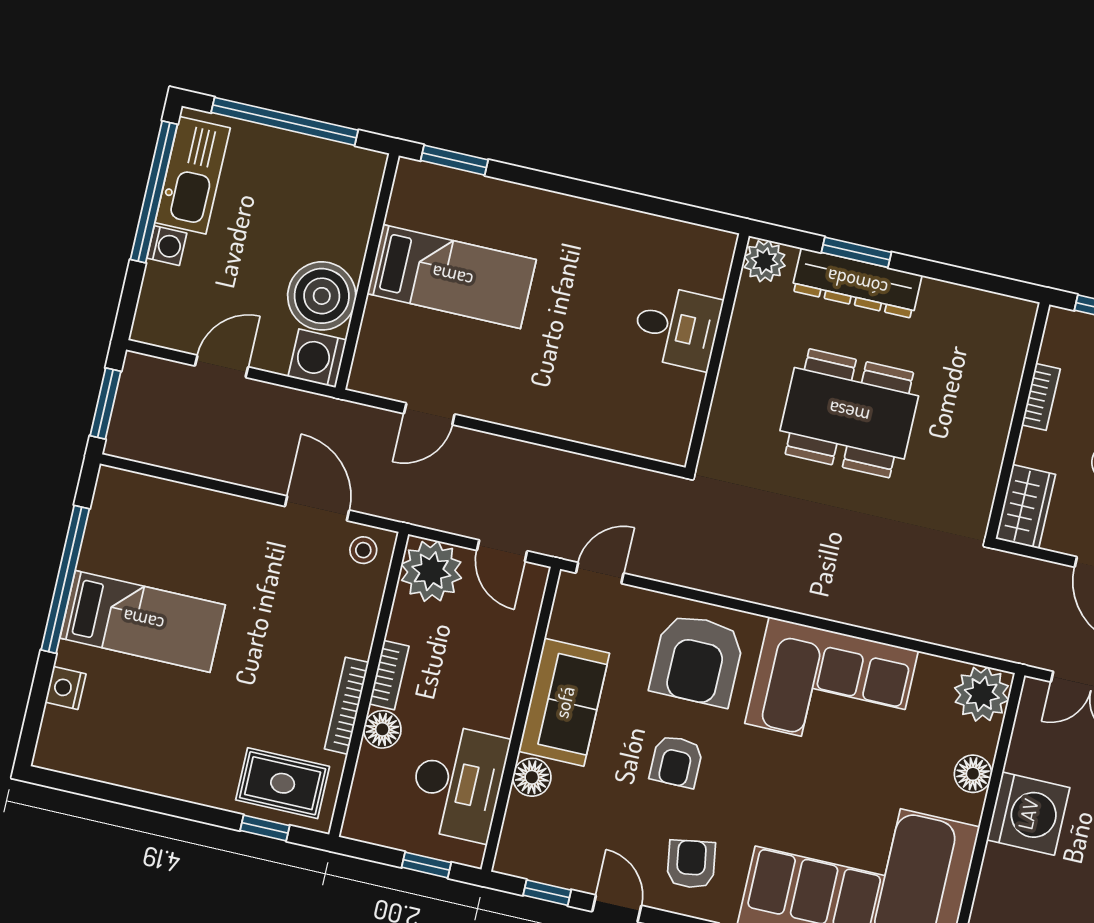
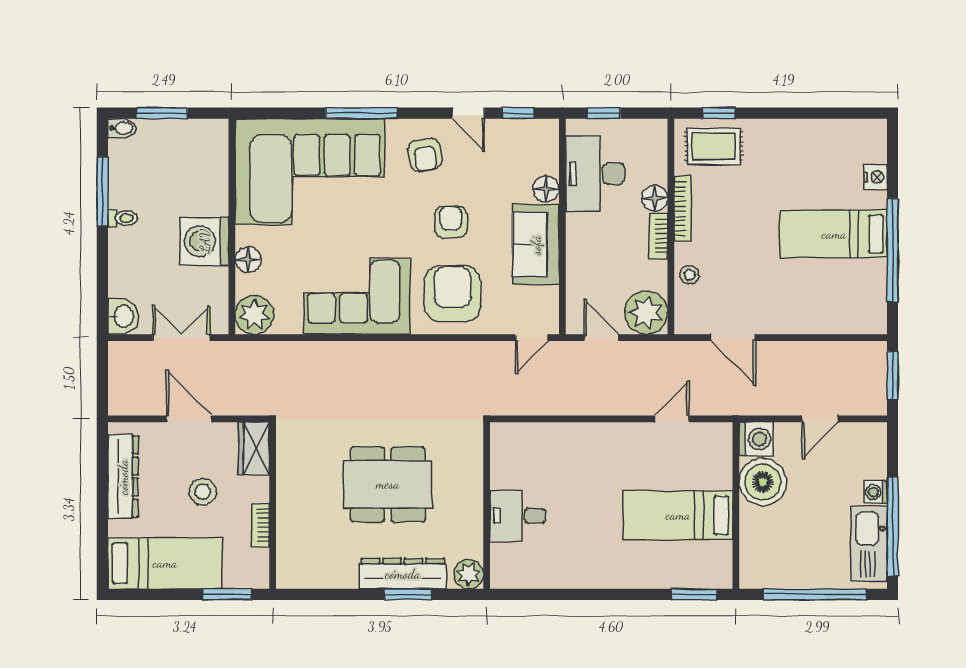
stool: (363, 550) -> (690, 275), moved

